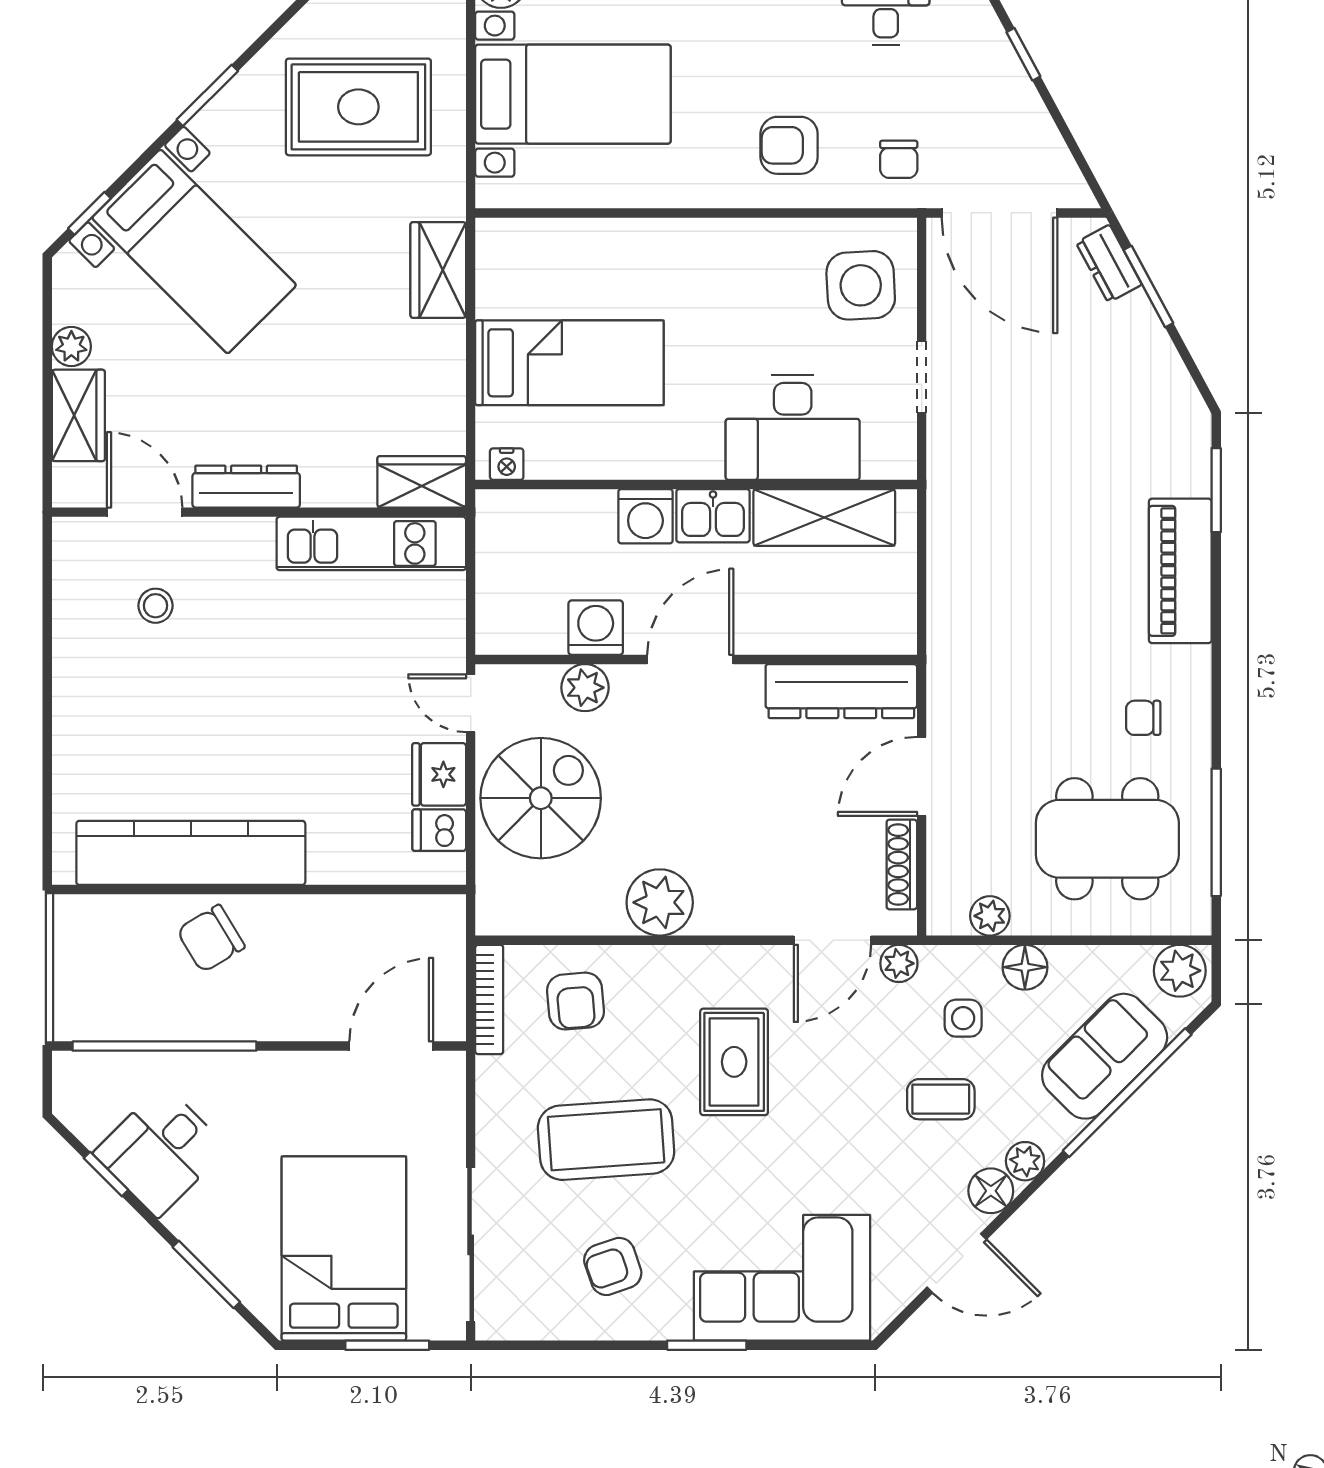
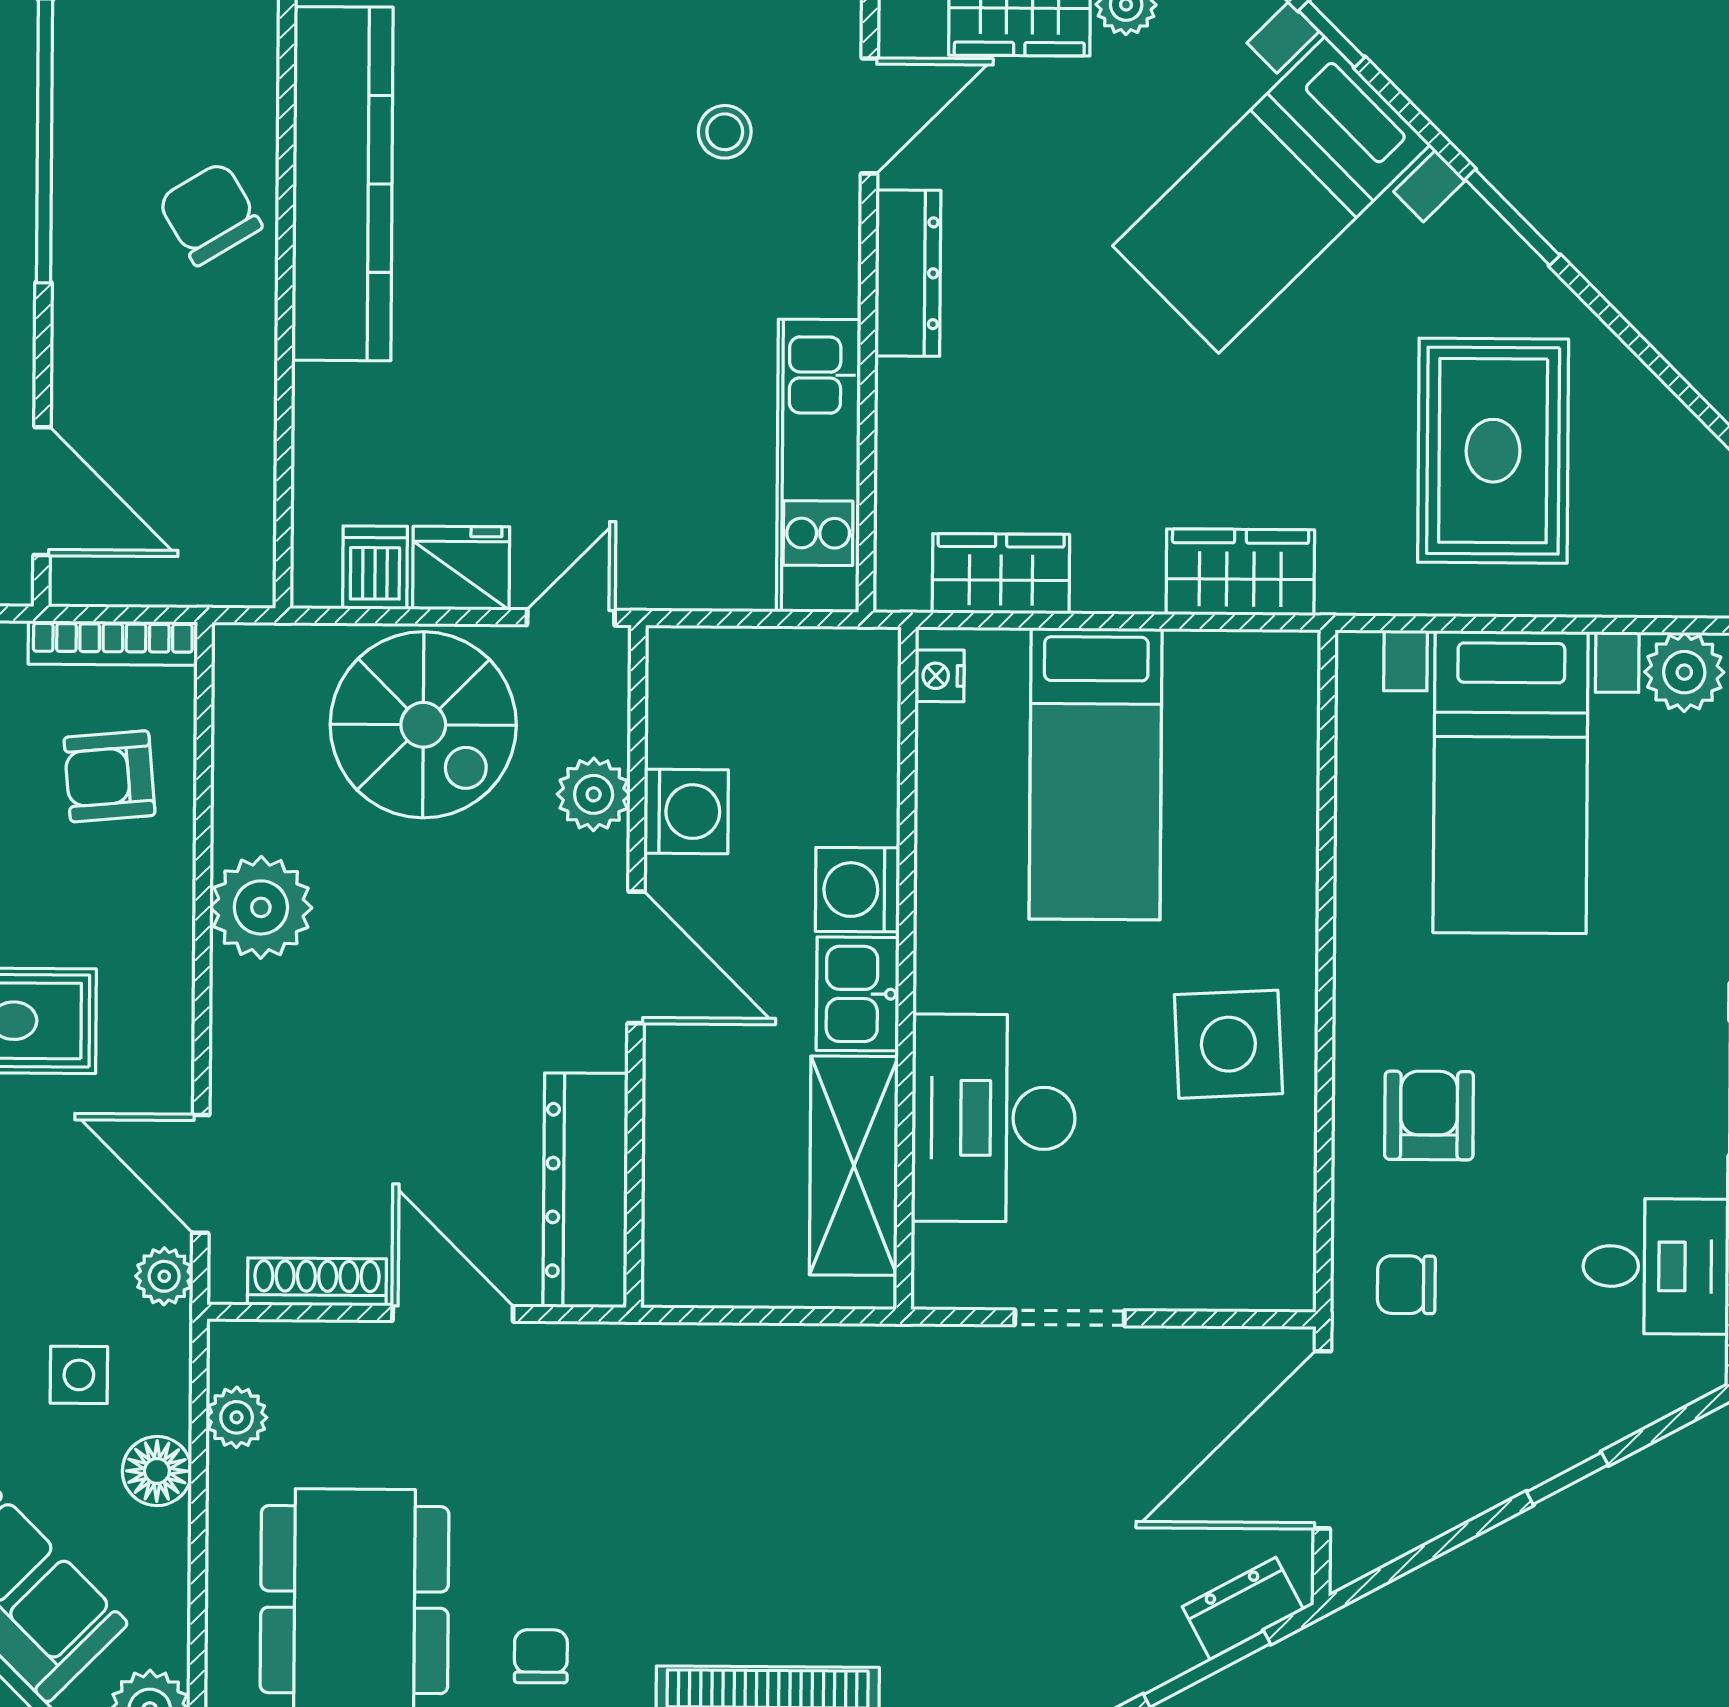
side table: (861, 285) -> (1228, 1044), moved
wardrobe: (422, 482) -> (1001, 574), moved, turned -90

